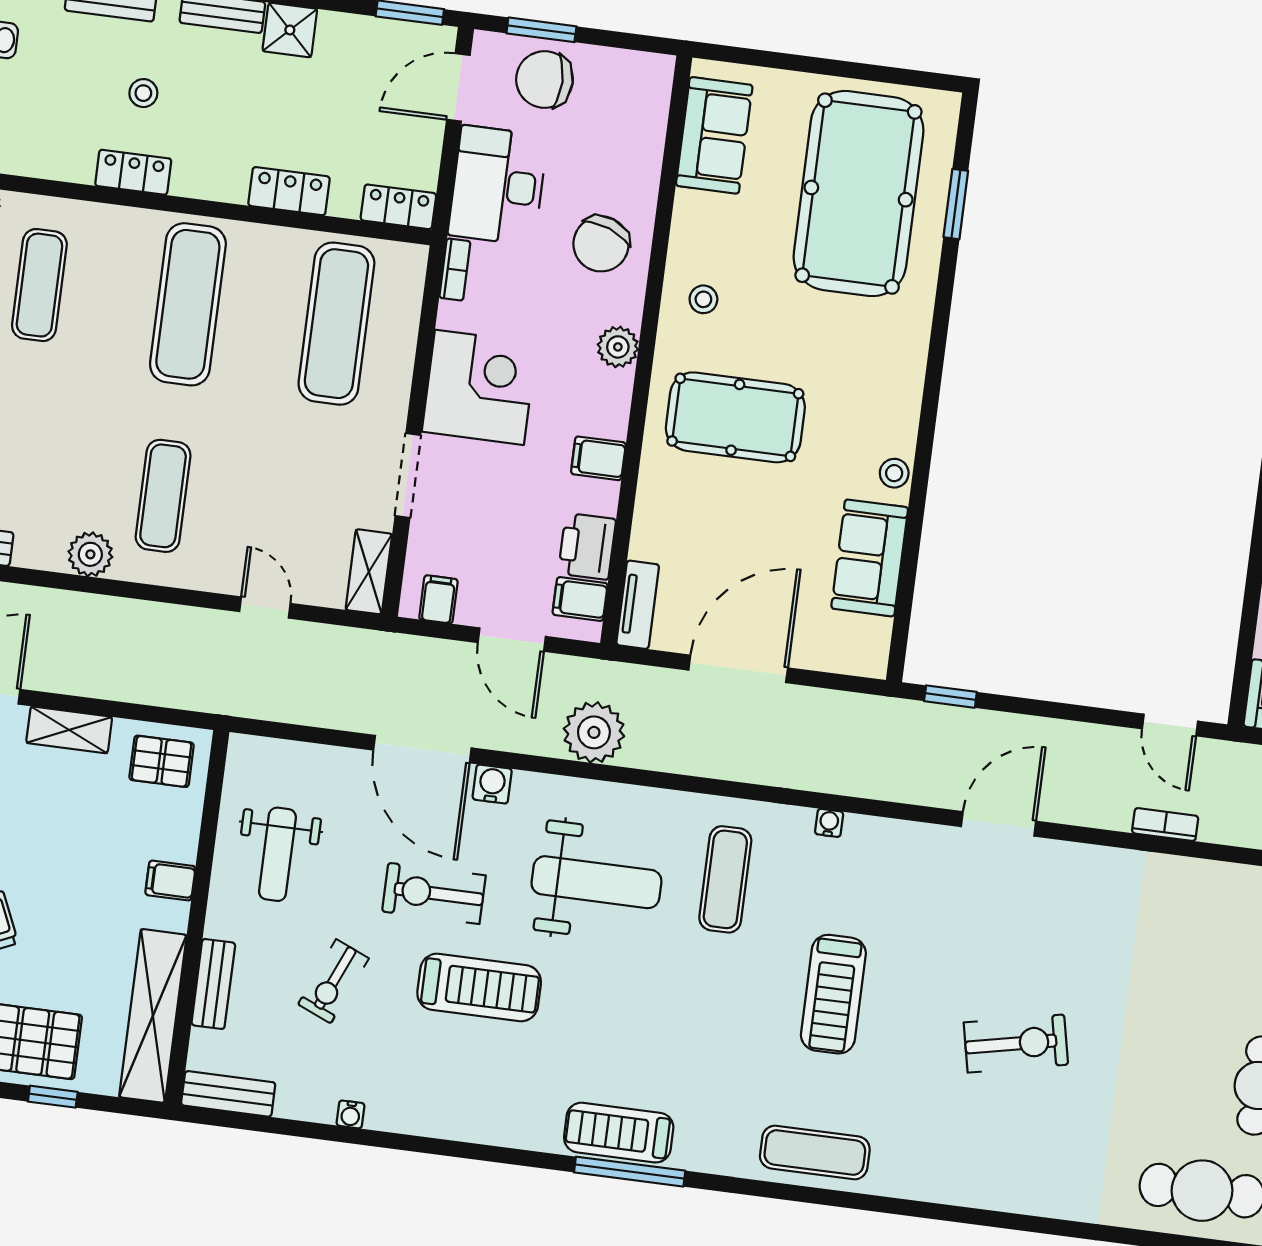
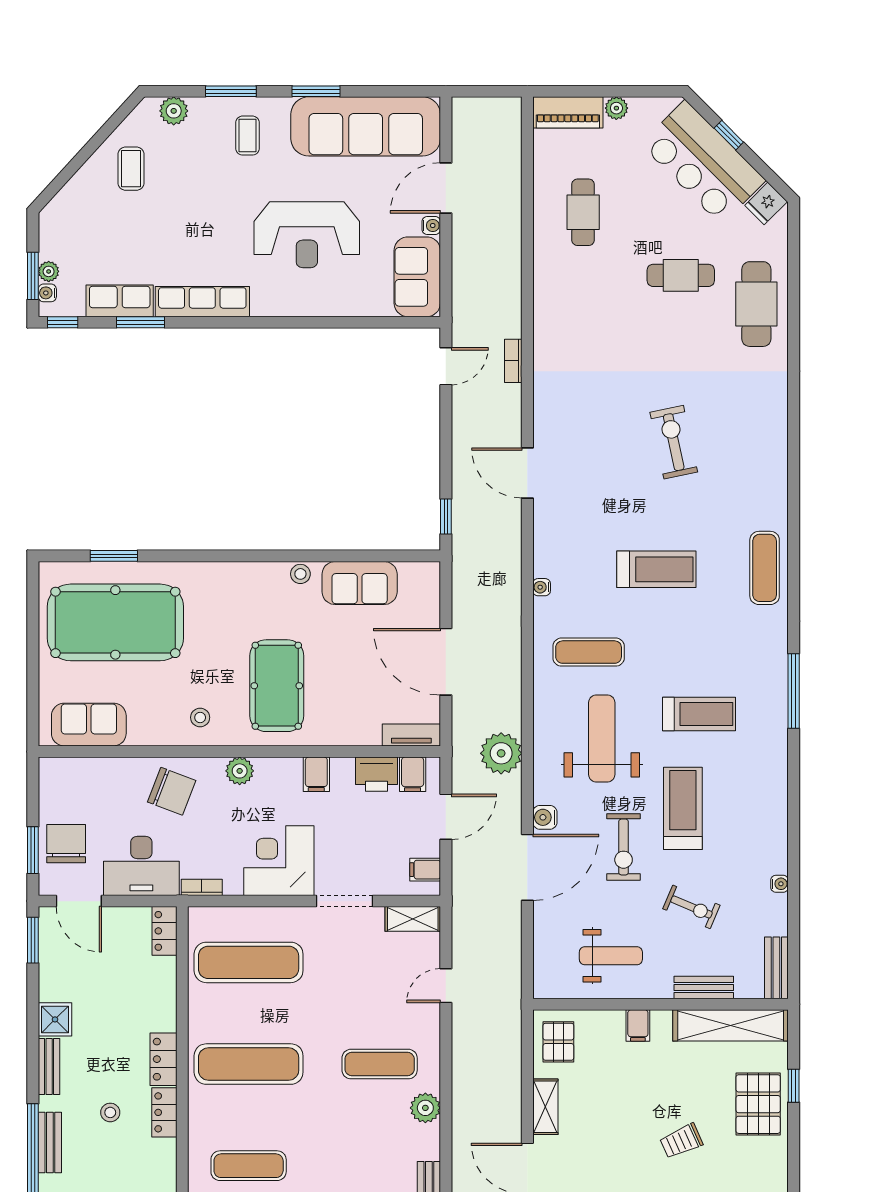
chair: (545, 79) -> (66, 844), turned 180
locker: (289, 191) -> (164, 1059), moved
treadmill: (619, 1133) -> (699, 714), moved, turned -90

